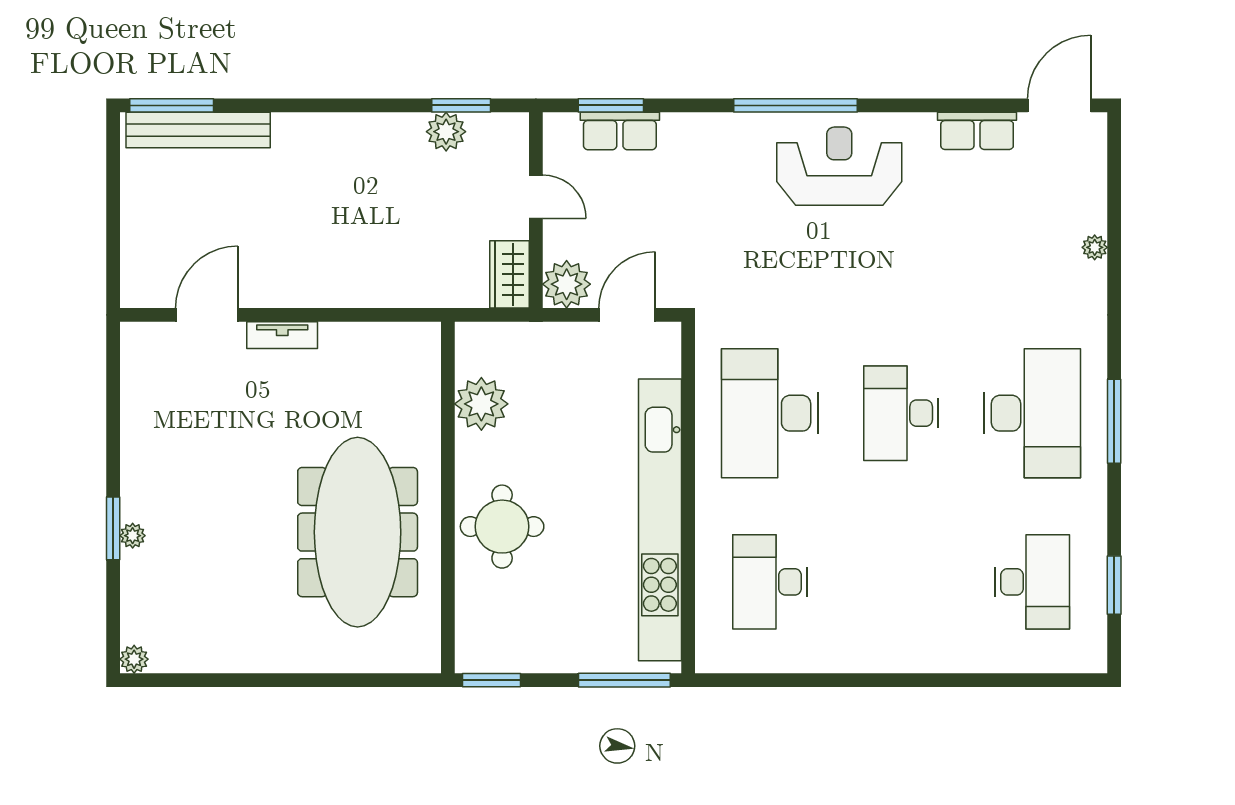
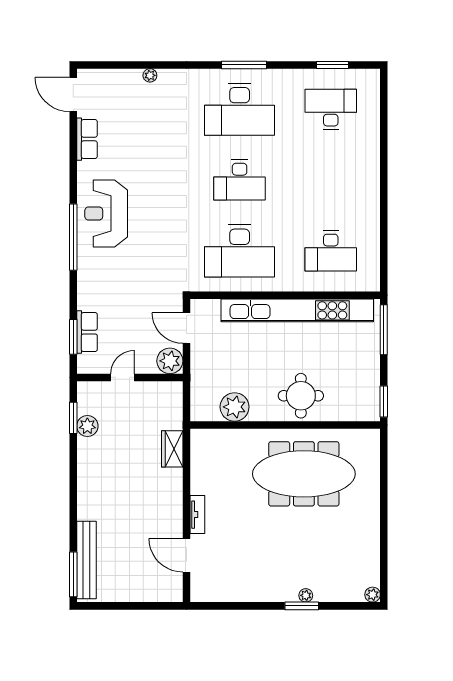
wardrobe: (509, 274) -> (172, 449), moved, turned 90
desk: (1032, 413) -> (240, 109), turned 180

